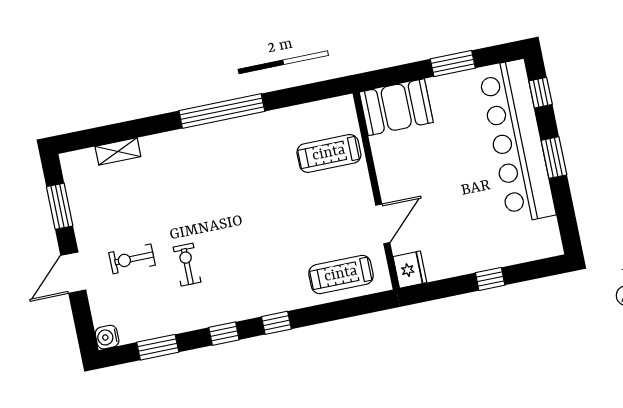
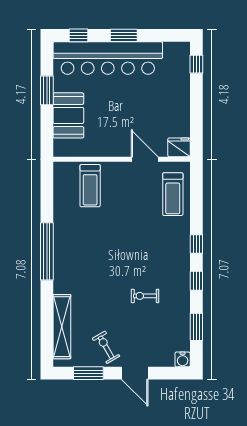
booth: (396, 107) -> (68, 115), moved
shelving: (118, 151) -> (62, 327), width x2.20, depth x1.33
exercise bike: (132, 259) -> (106, 347), moved, turned 150
window: (490, 279) -> (196, 64), moved

